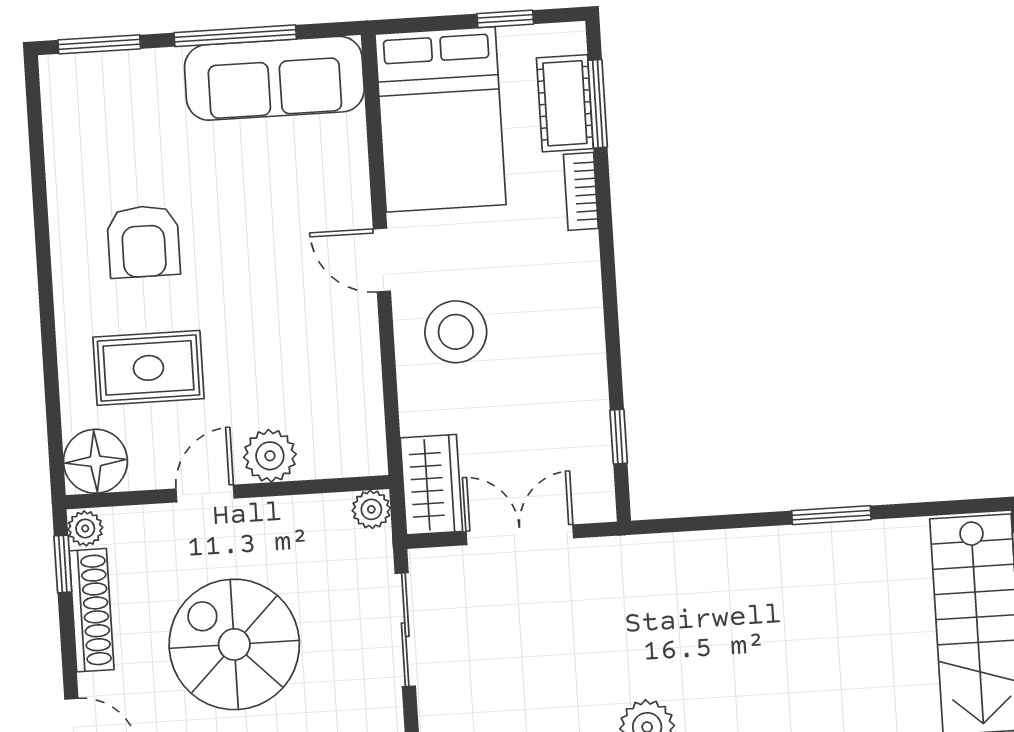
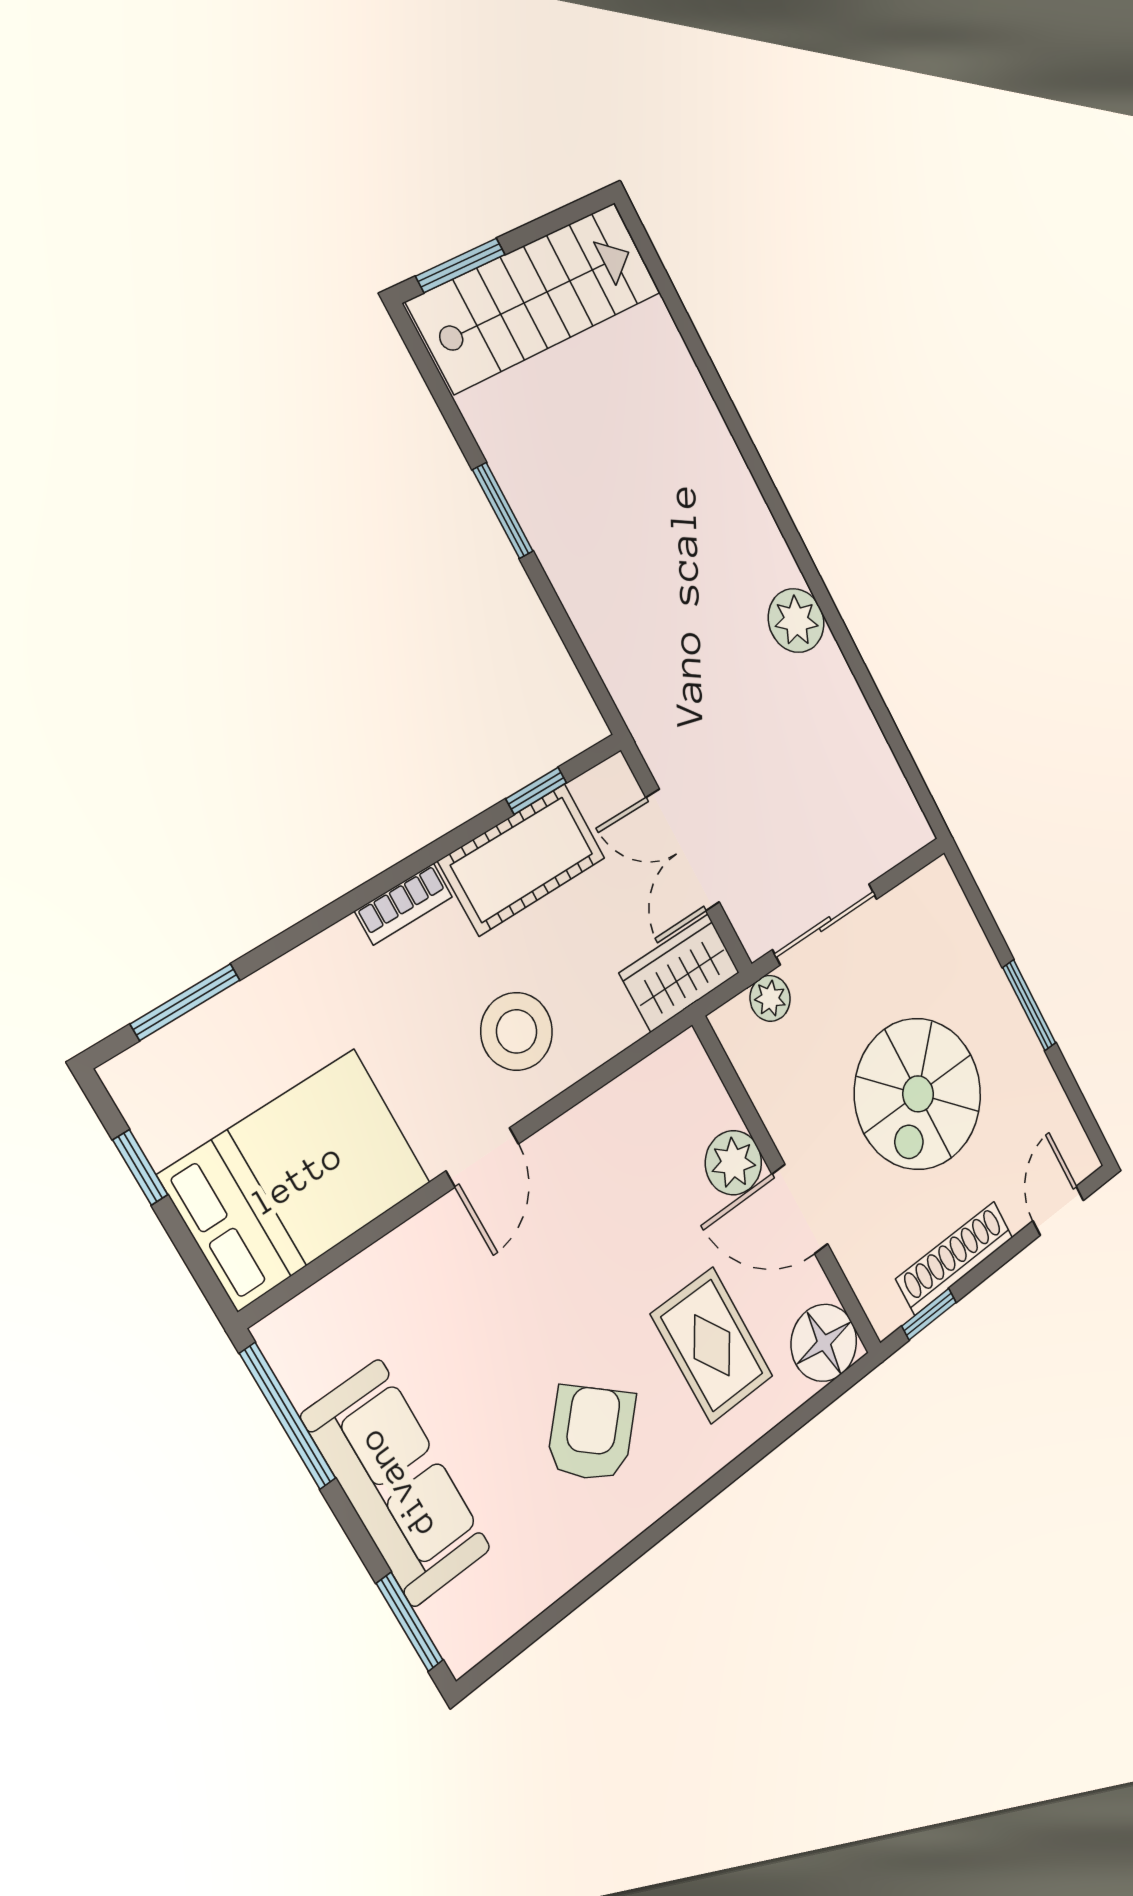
window: (235, 36) -> (288, 1416), moved
sofa: (274, 78) -> (396, 1483), moved
cot: (565, 103) -> (522, 859), moved, width x1.37, depth x1.34
bookcase: (581, 191) -> (404, 904), moved
armchair: (143, 241) -> (592, 1433), turned -49
door: (205, 493) -> (800, 1209), width x1.38
plant: (371, 509) -> (770, 998), moved
plant: (85, 528) -> (888, 1312), removed

